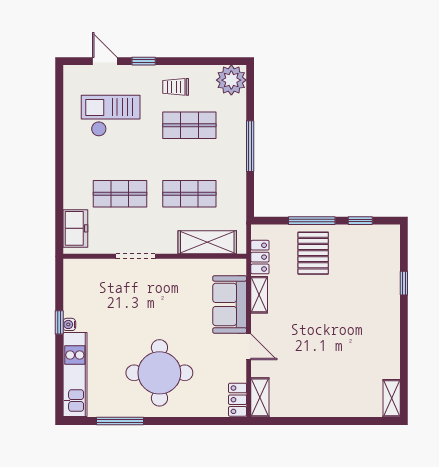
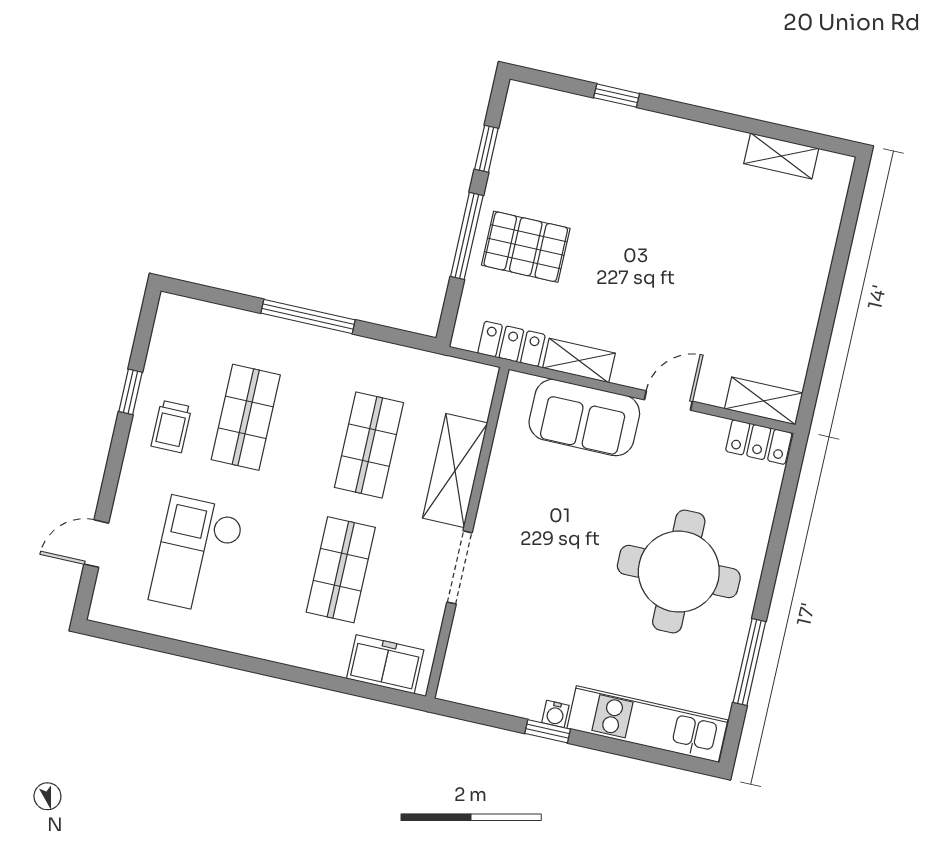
window: (144, 61) -> (131, 392), moved
plant: (231, 80) -> (182, 324), removed
shelving: (207, 242) -> (455, 470), moved
shelving: (392, 398) -> (781, 156), moved

